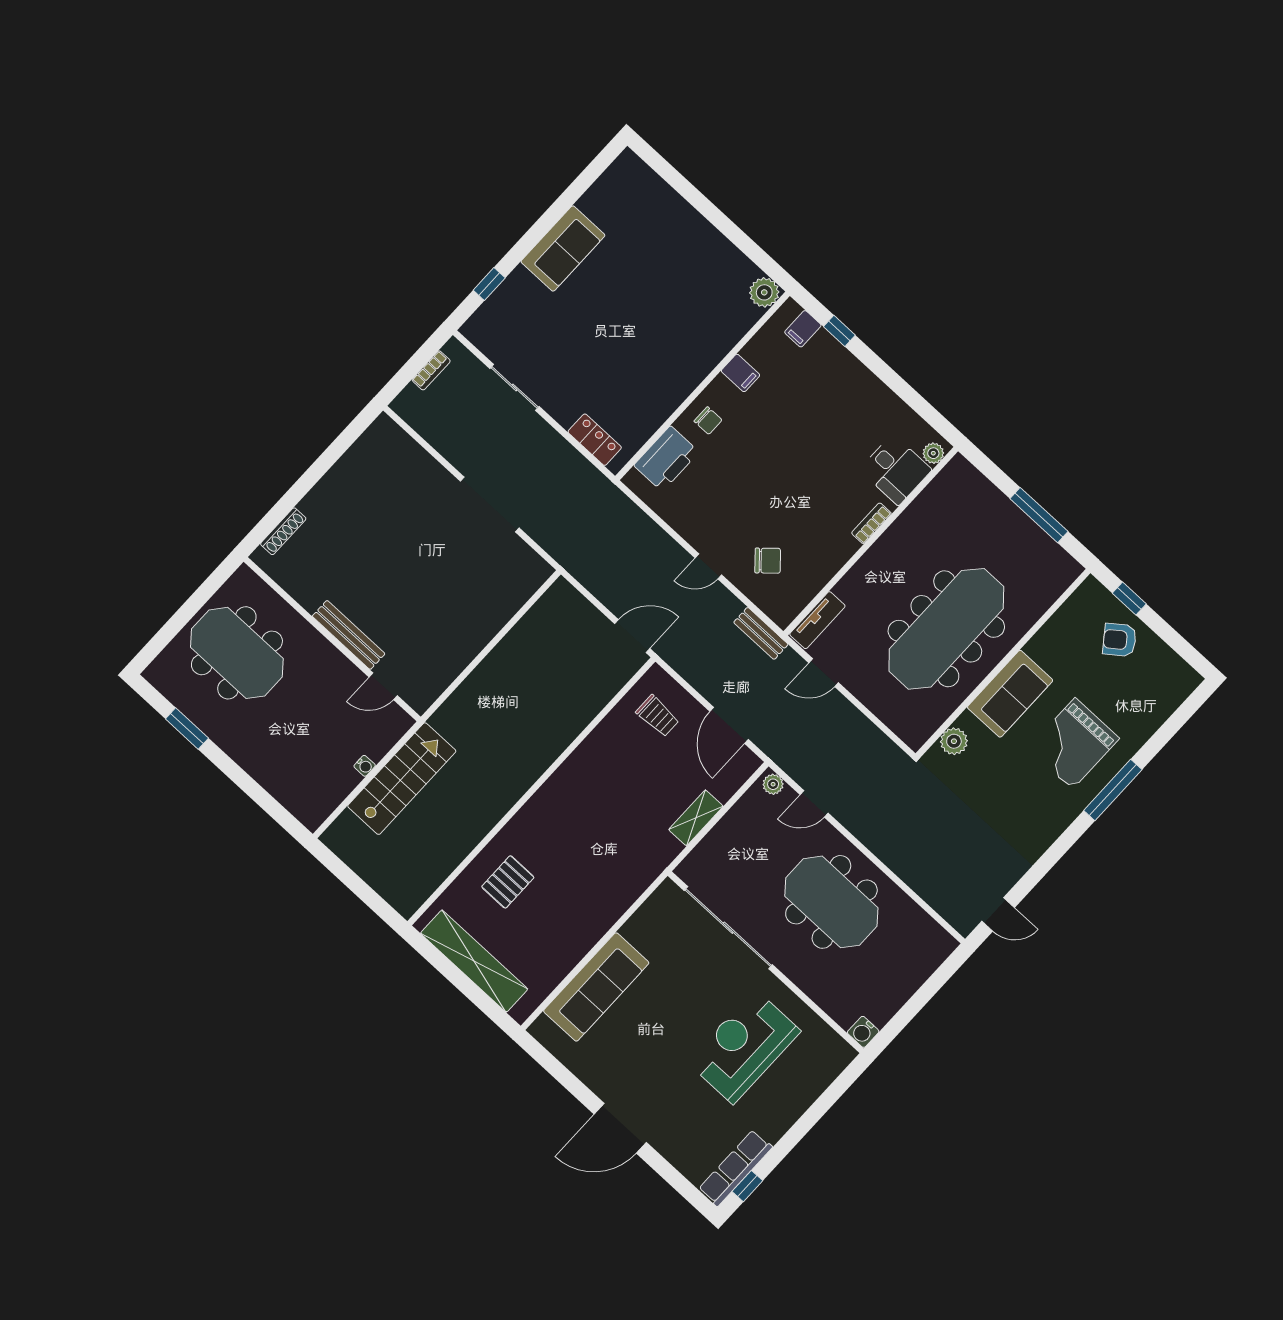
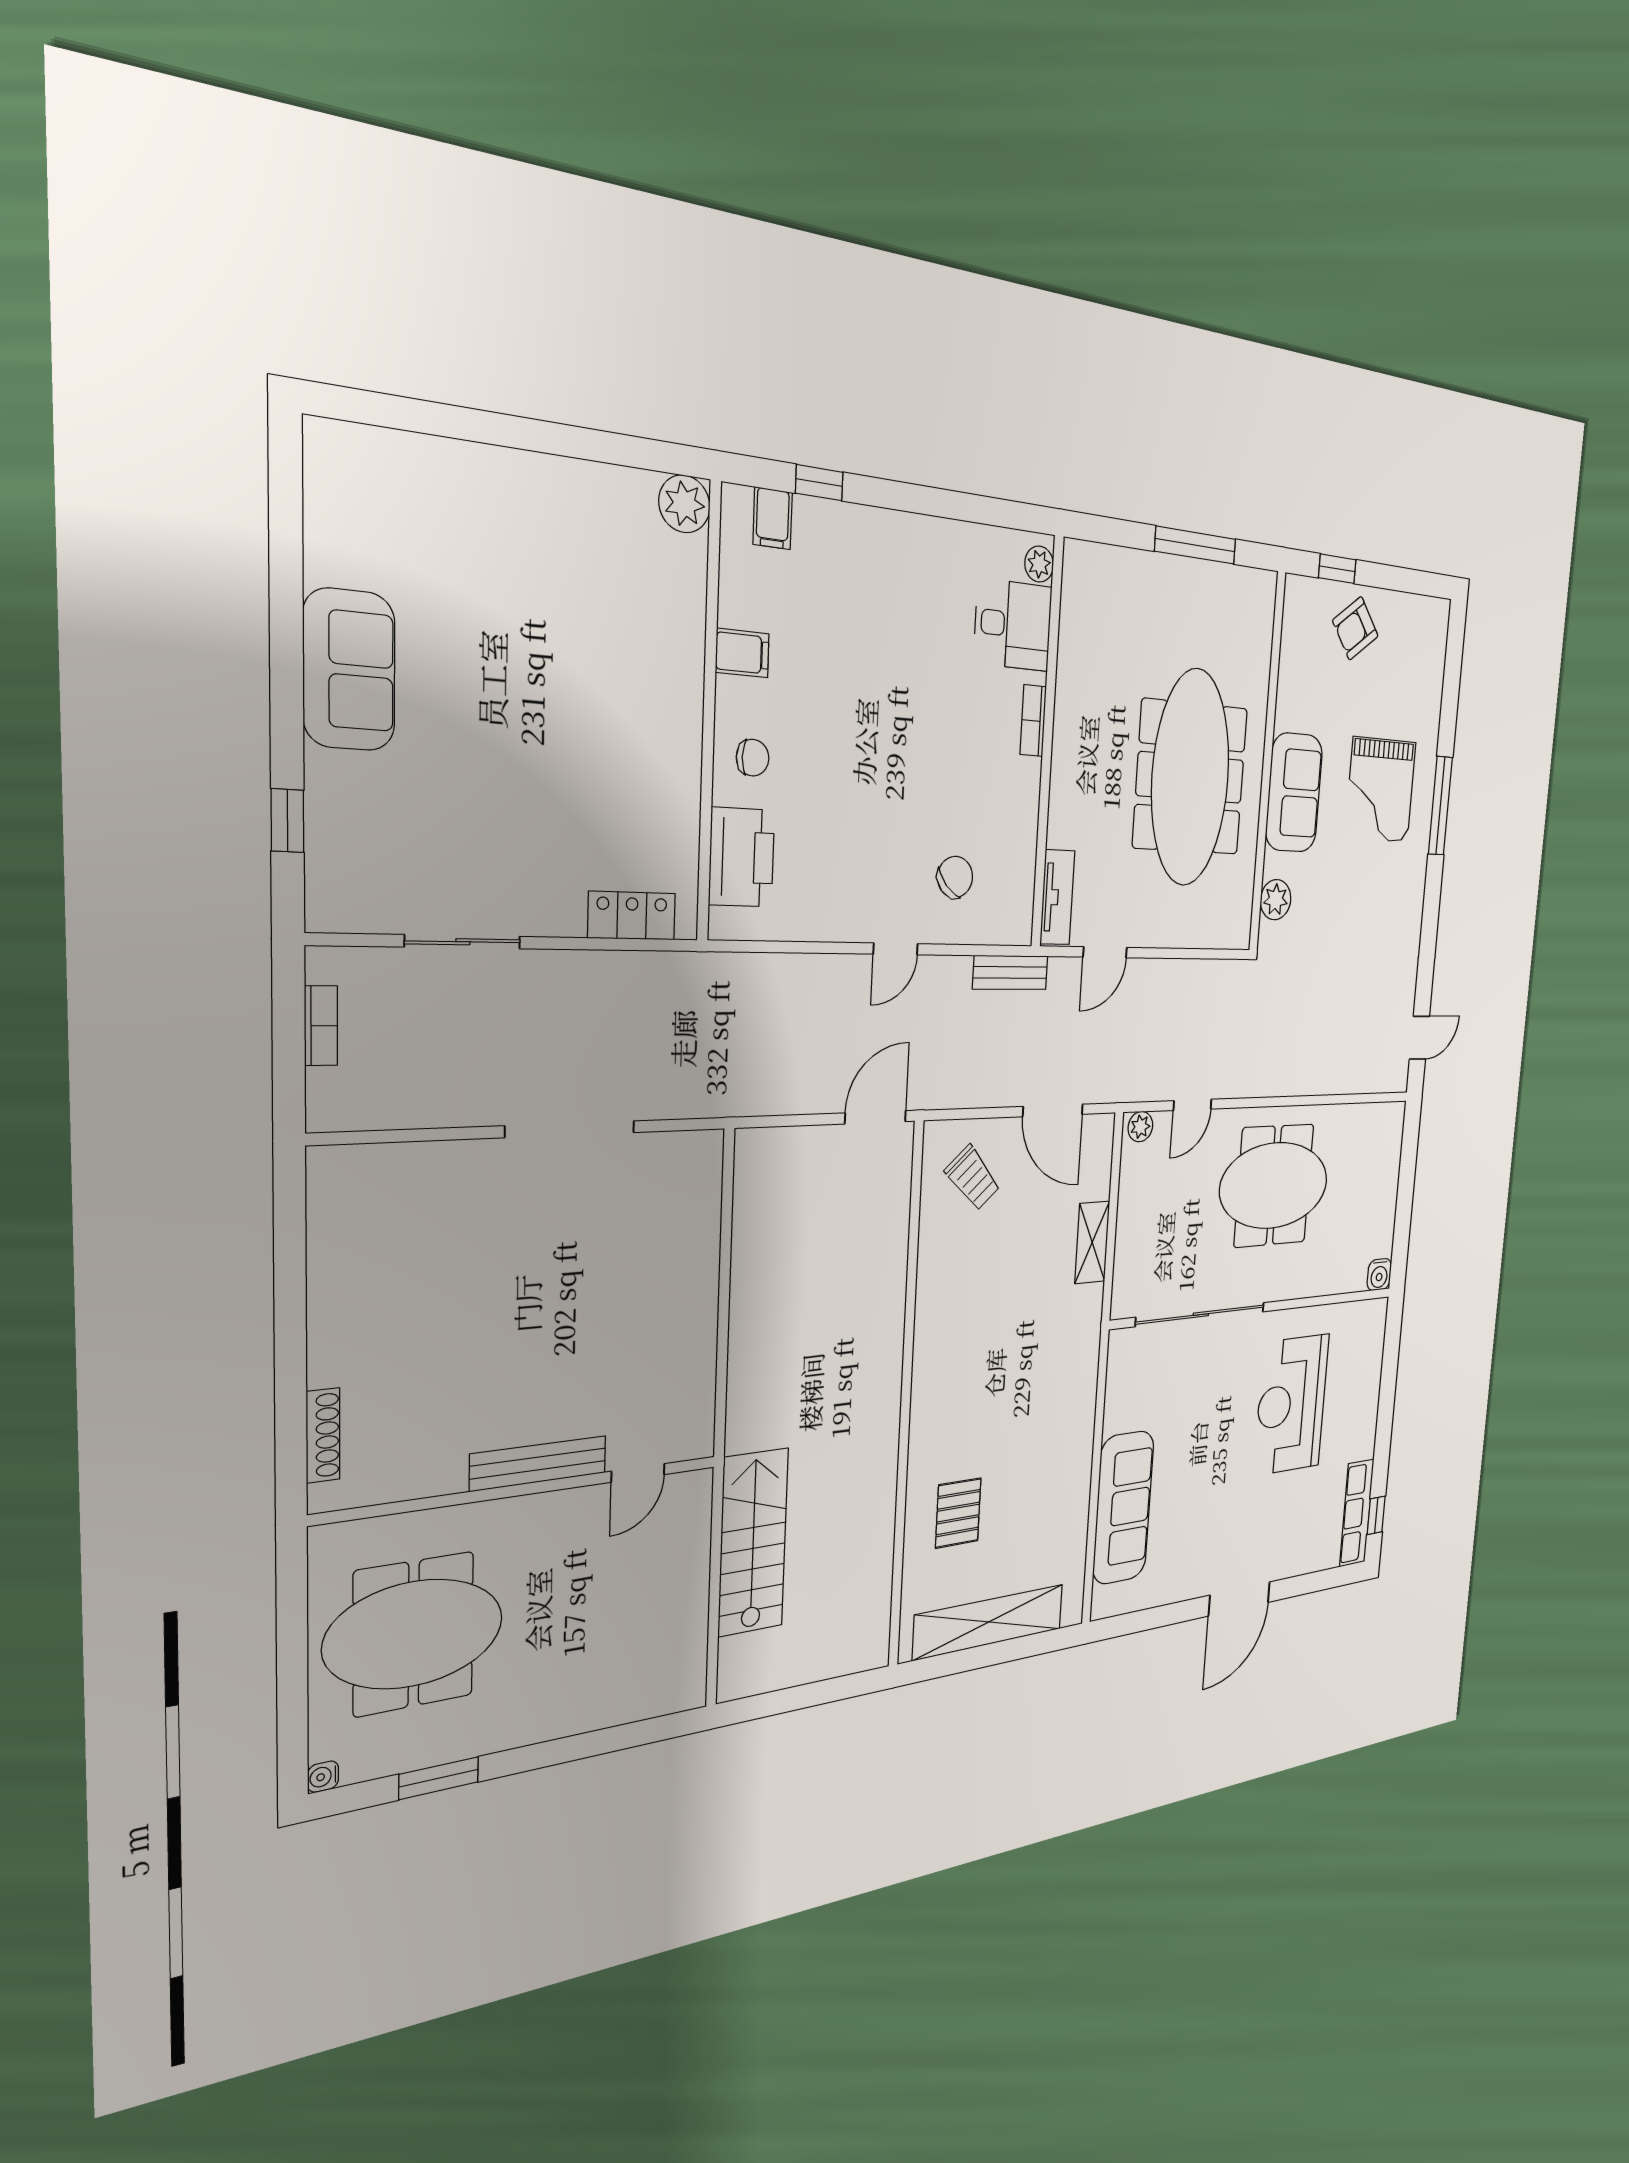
trolley: (658, 716) -> (973, 1178), turned 48
water cooler: (365, 766) -> (323, 1777), moved, turned 180

